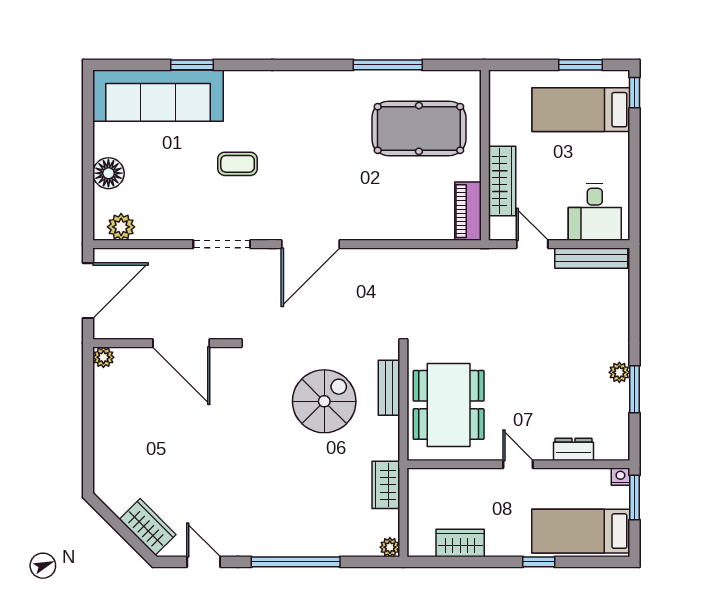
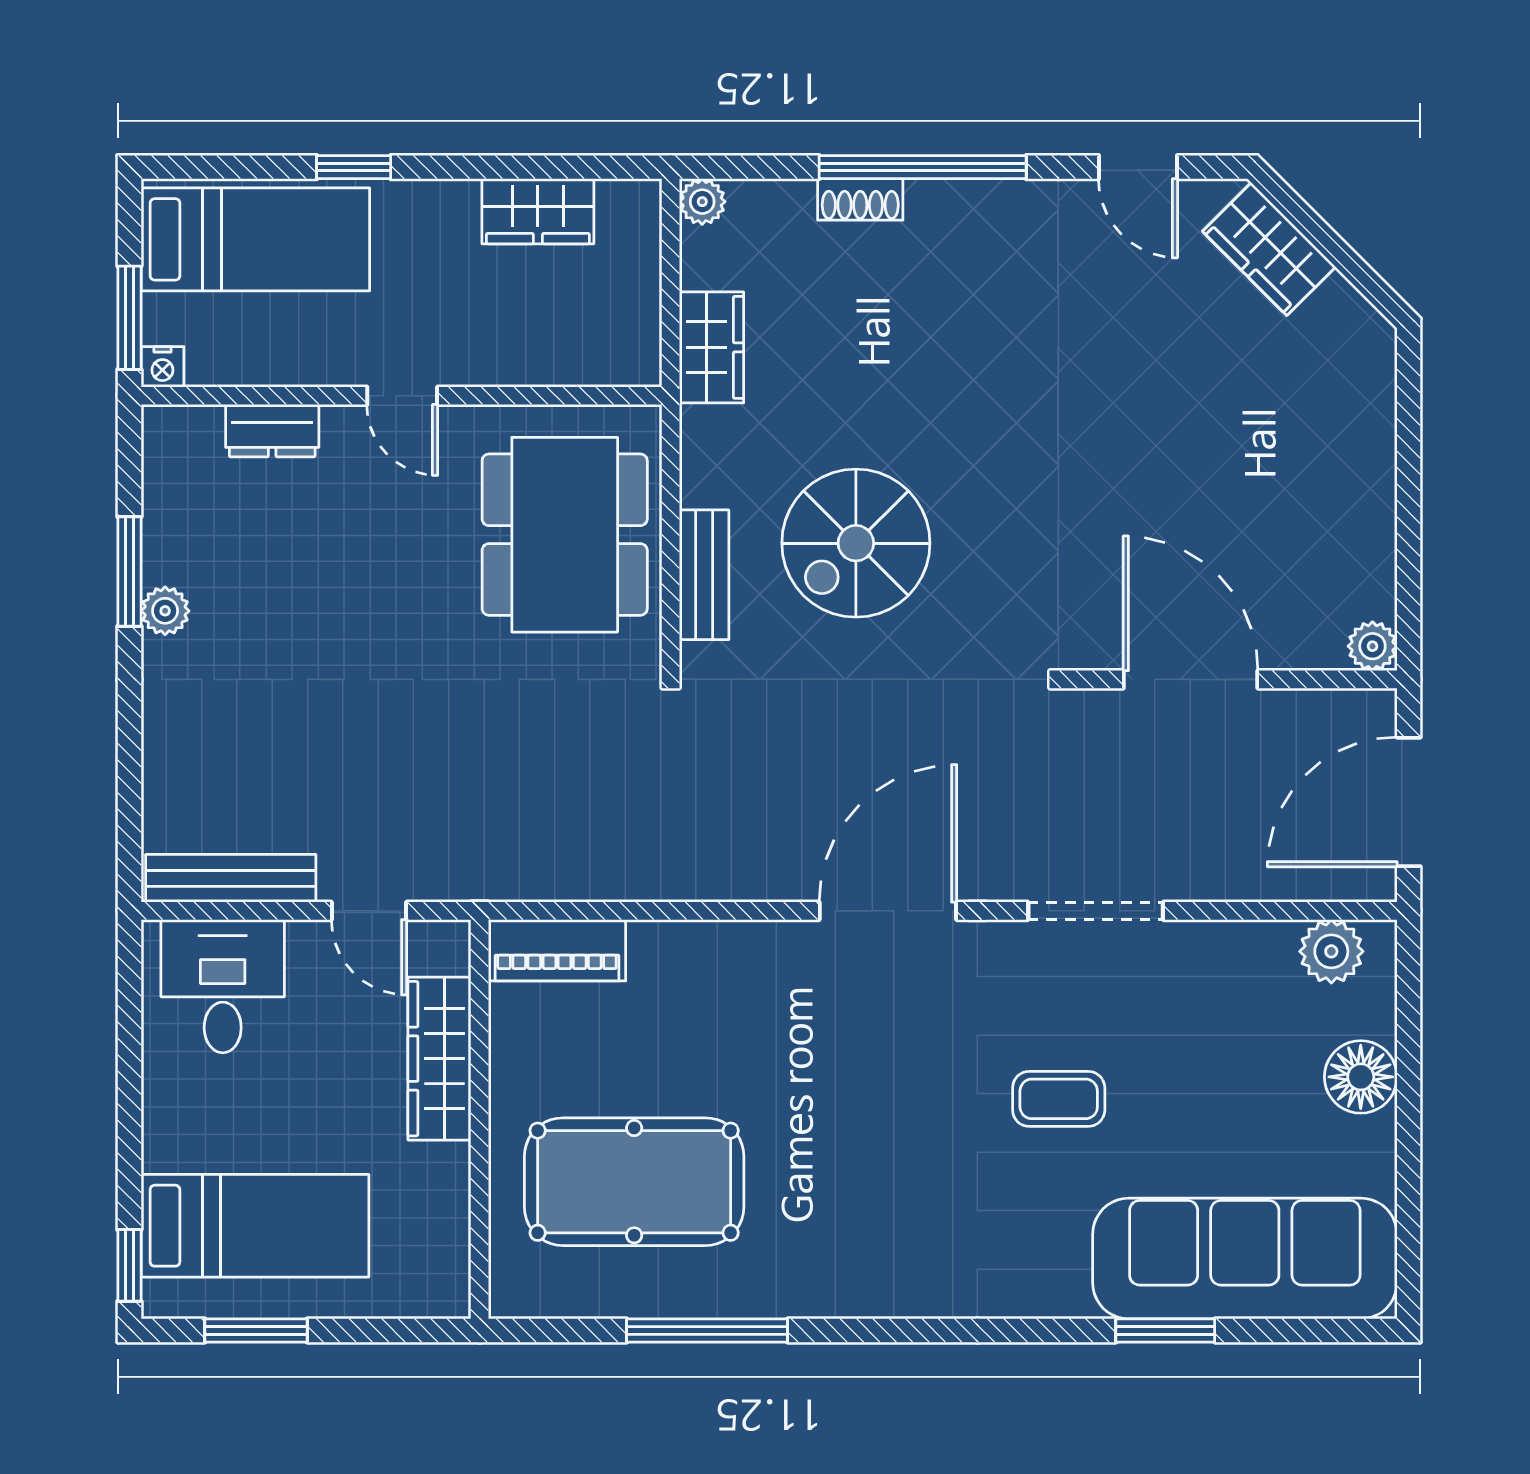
piano: (468, 211) -> (557, 950), moved, turned 90
shoe rack: (322, 548) -> (860, 199), added

